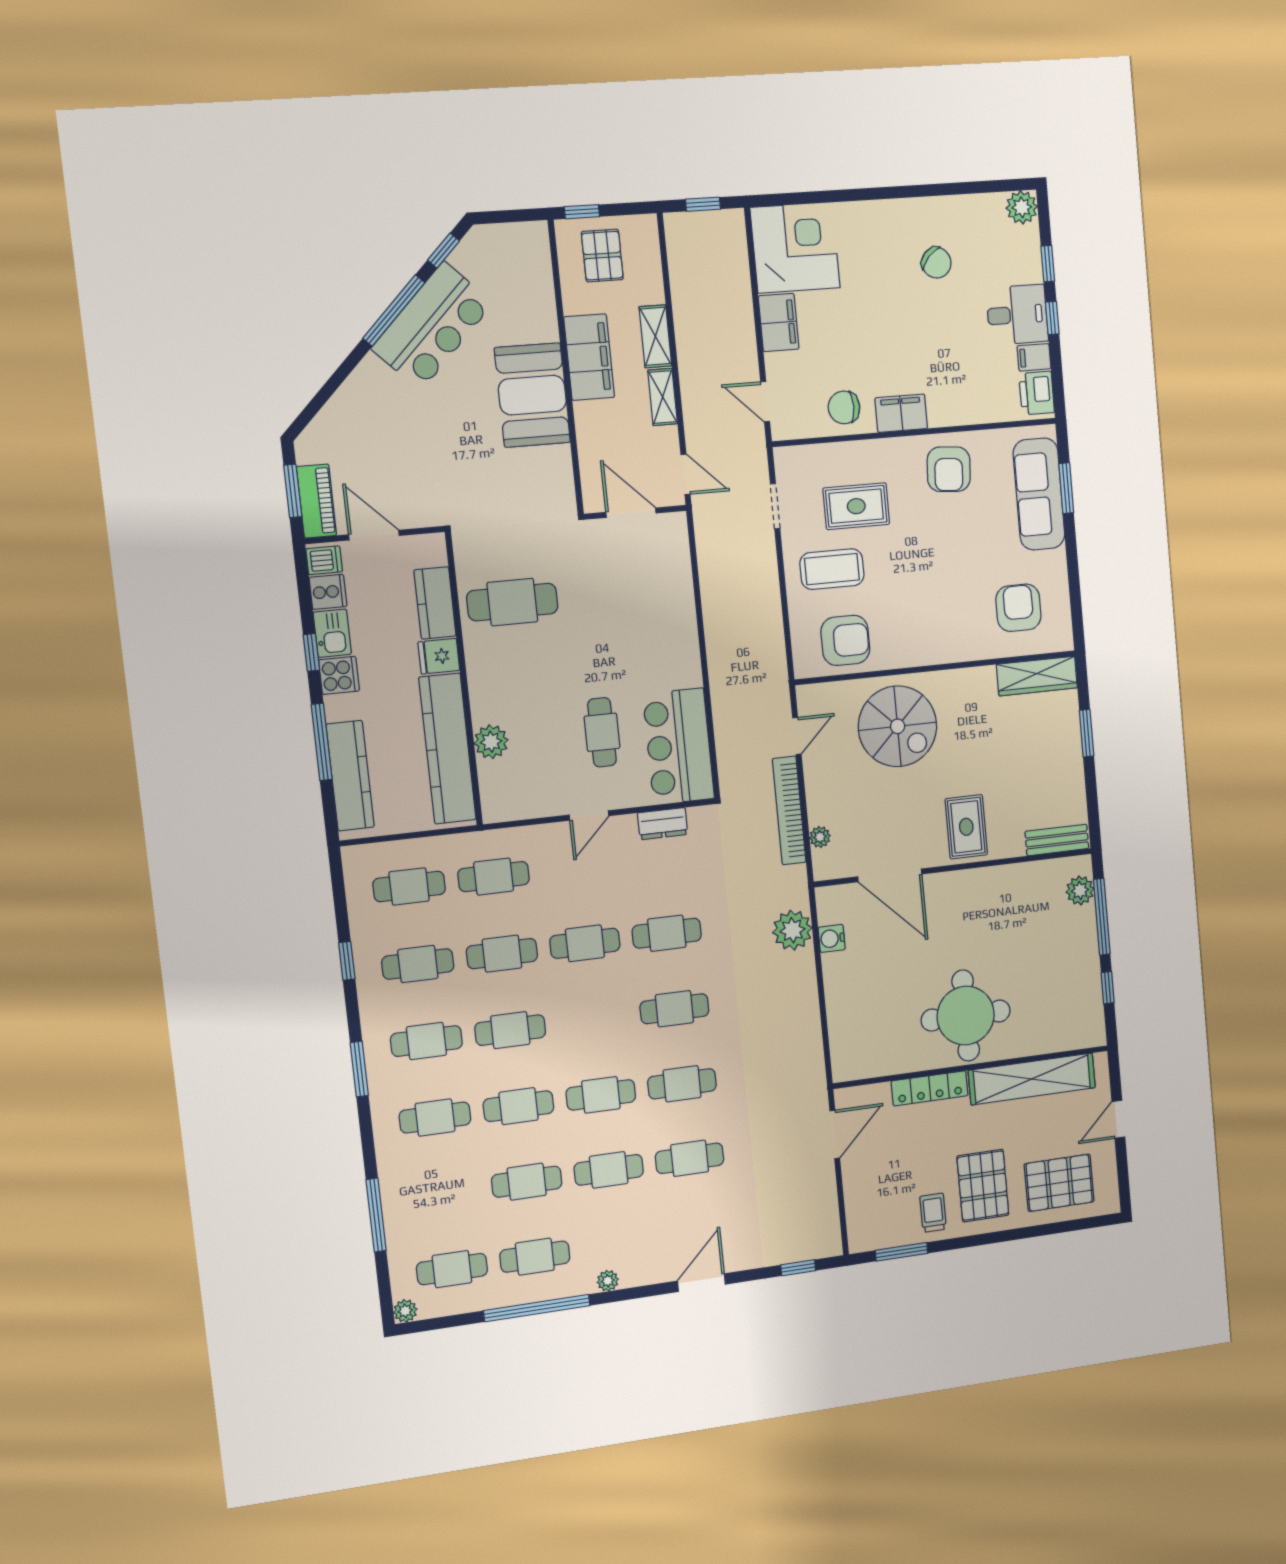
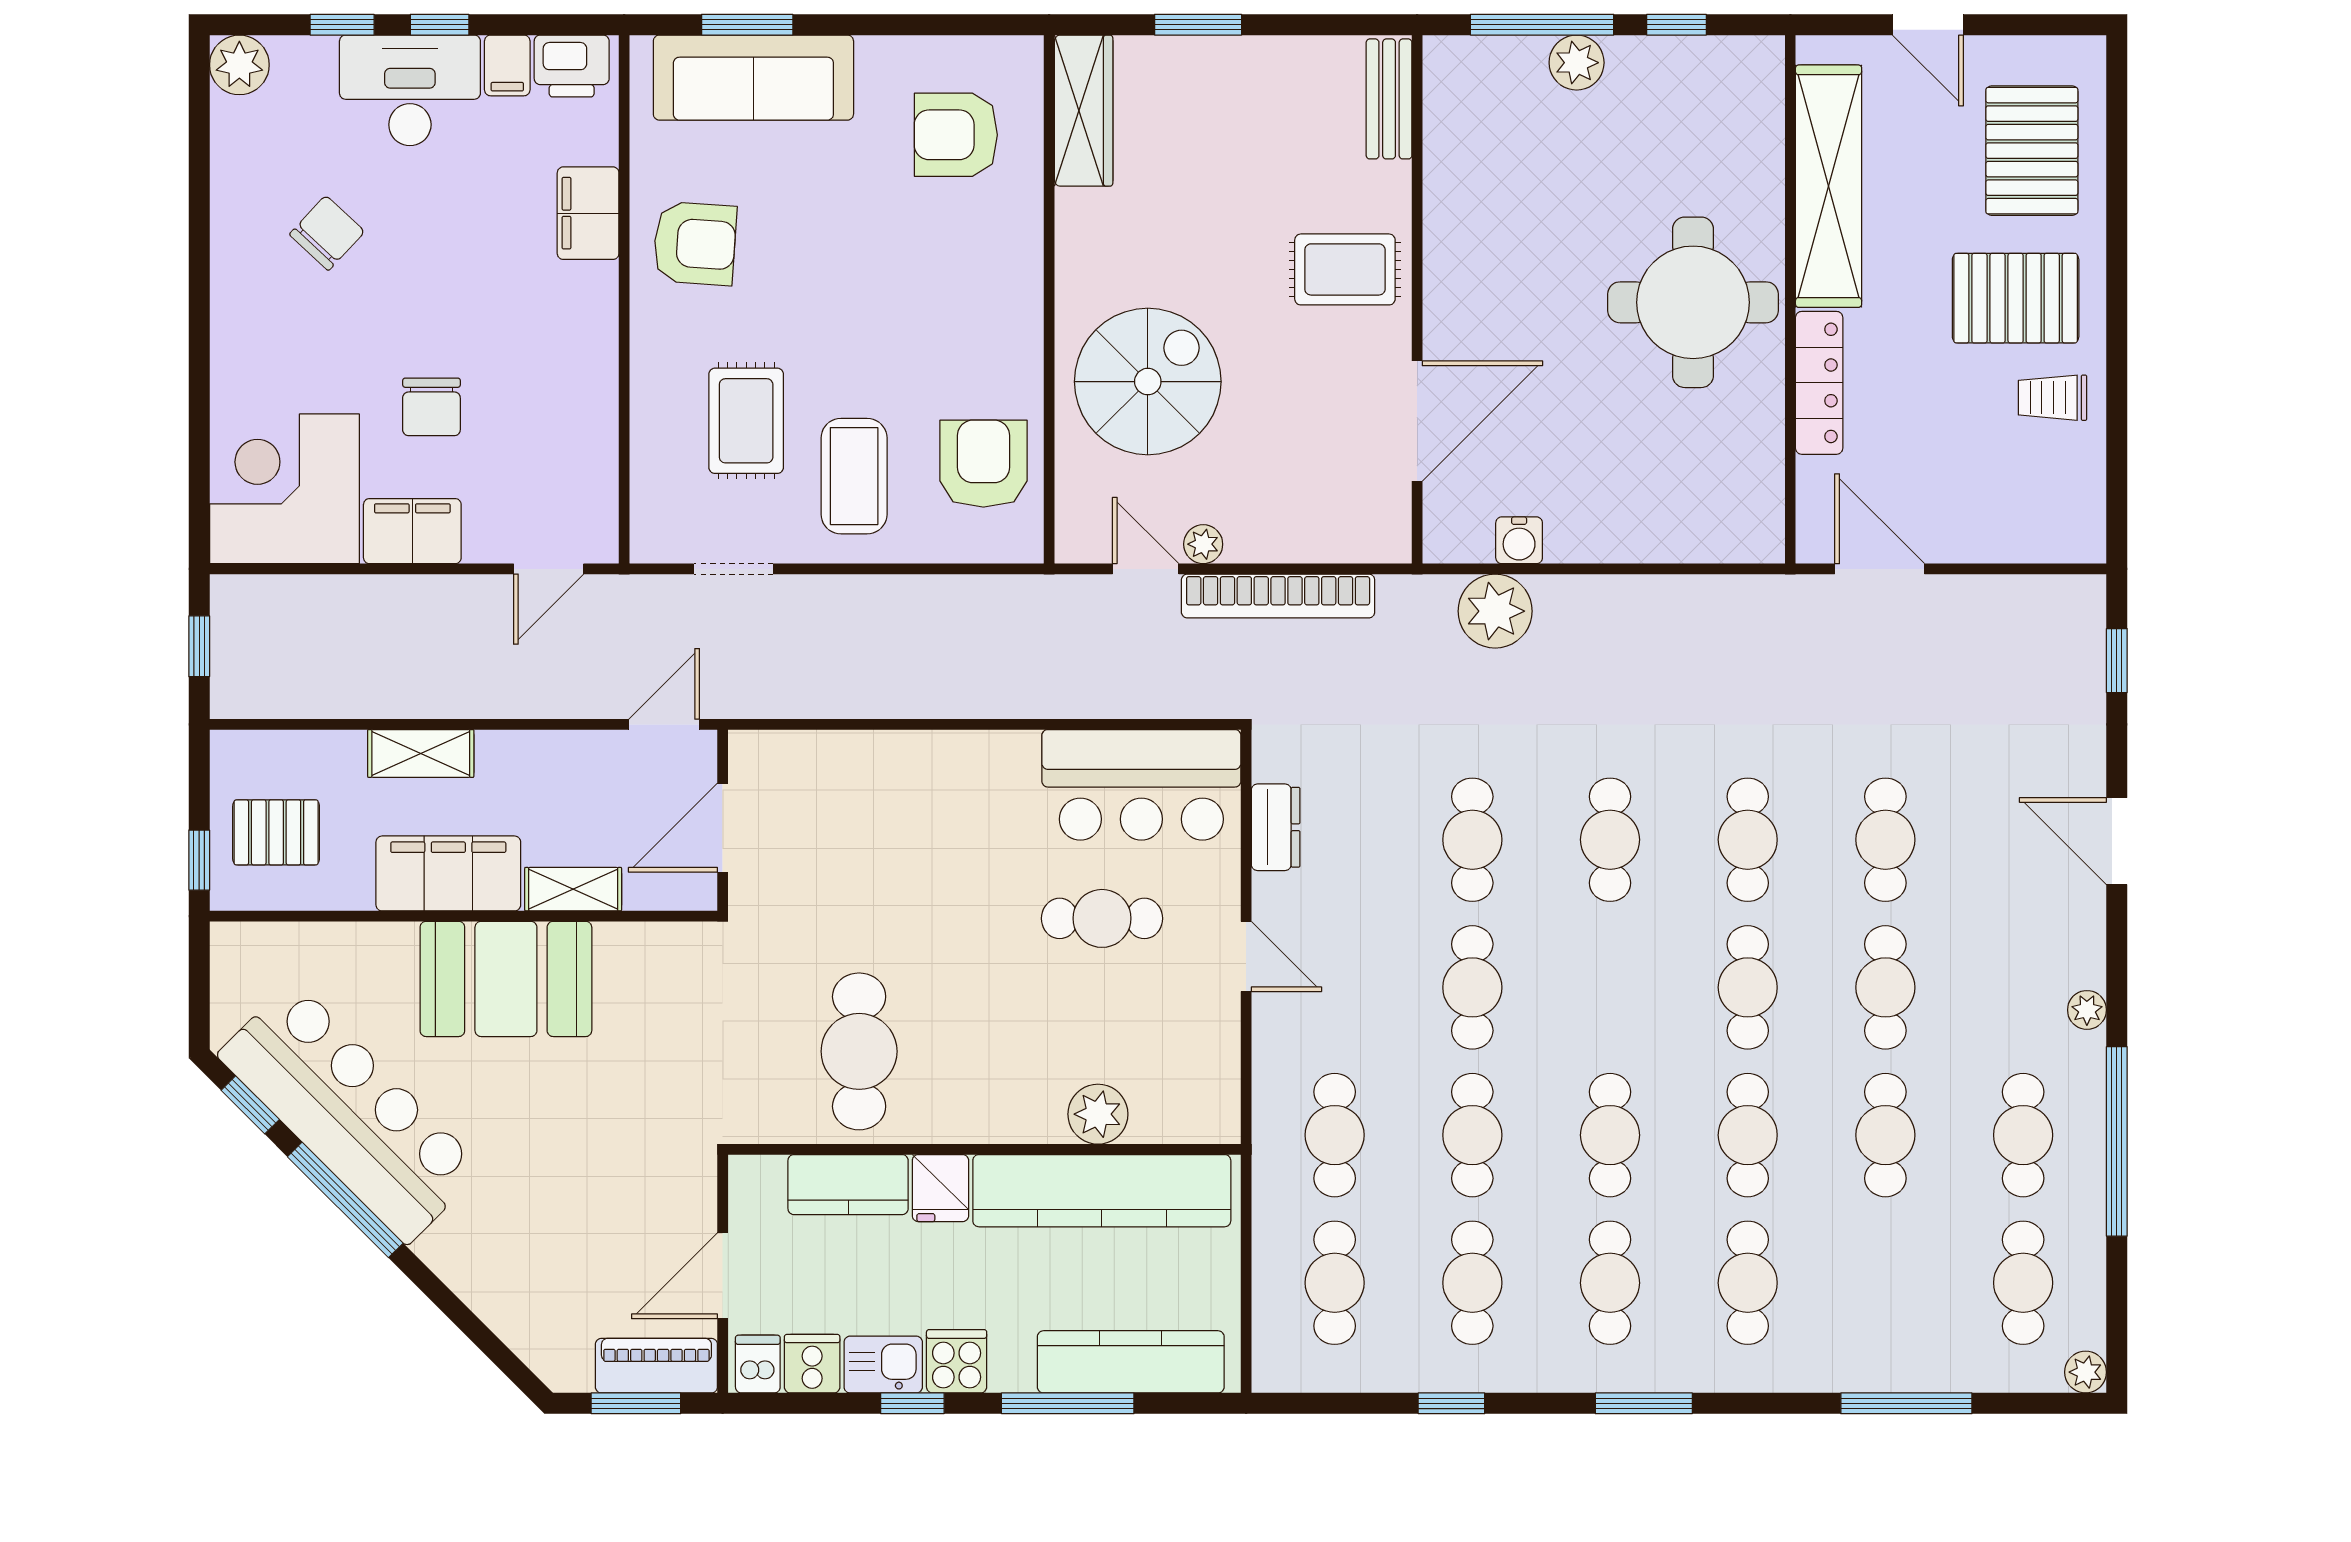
desk: (1017, 315) -> (410, 90), width x1.37
bar counter: (432, 326) -> (350, 1112), width x1.36
shelving: (663, 397) -> (573, 889), moved
chair: (844, 407) -> (431, 407), moved
filing cabinet: (901, 413) -> (588, 213), moved
plant: (820, 837) -> (1203, 544), moved
plant: (1080, 890) -> (1577, 63), moved
window: (902, 1252) -> (2117, 464), removed

